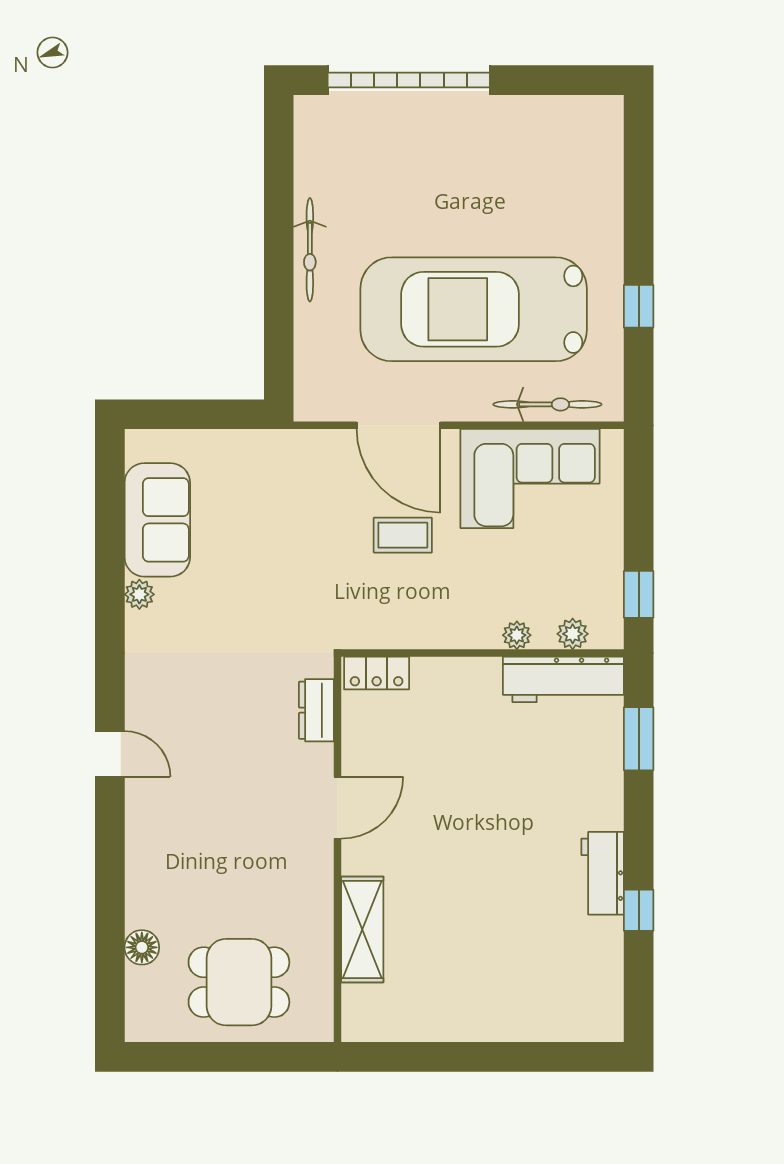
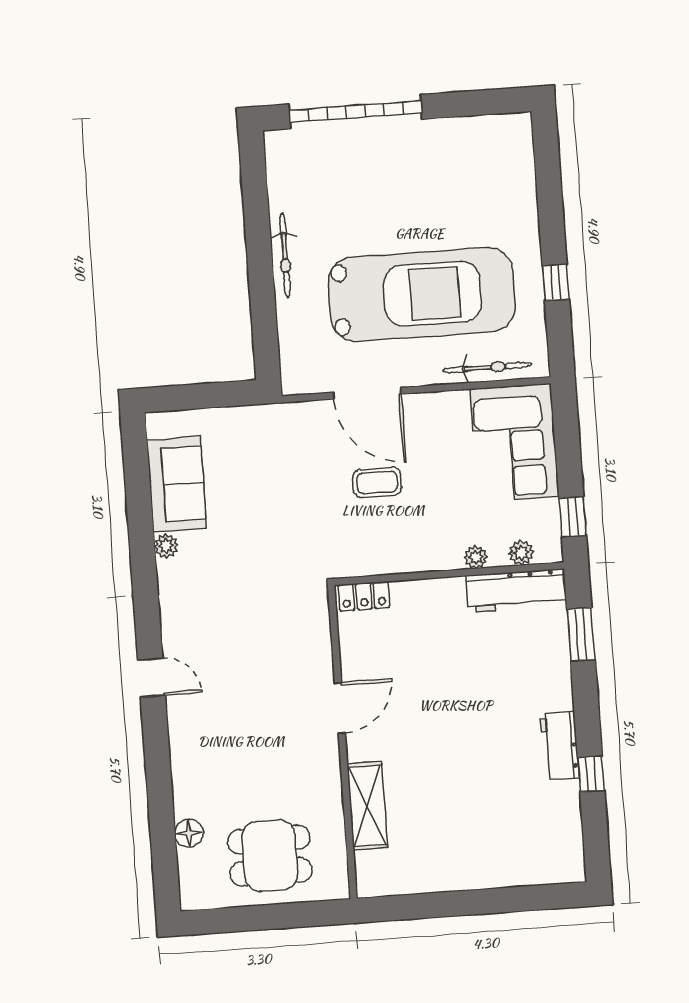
car: (474, 309) -> (422, 294), turned 180
corner sofa: (530, 479) -> (515, 443), moved, turned 90
dresser: (316, 710) -> (317, 630), removed

